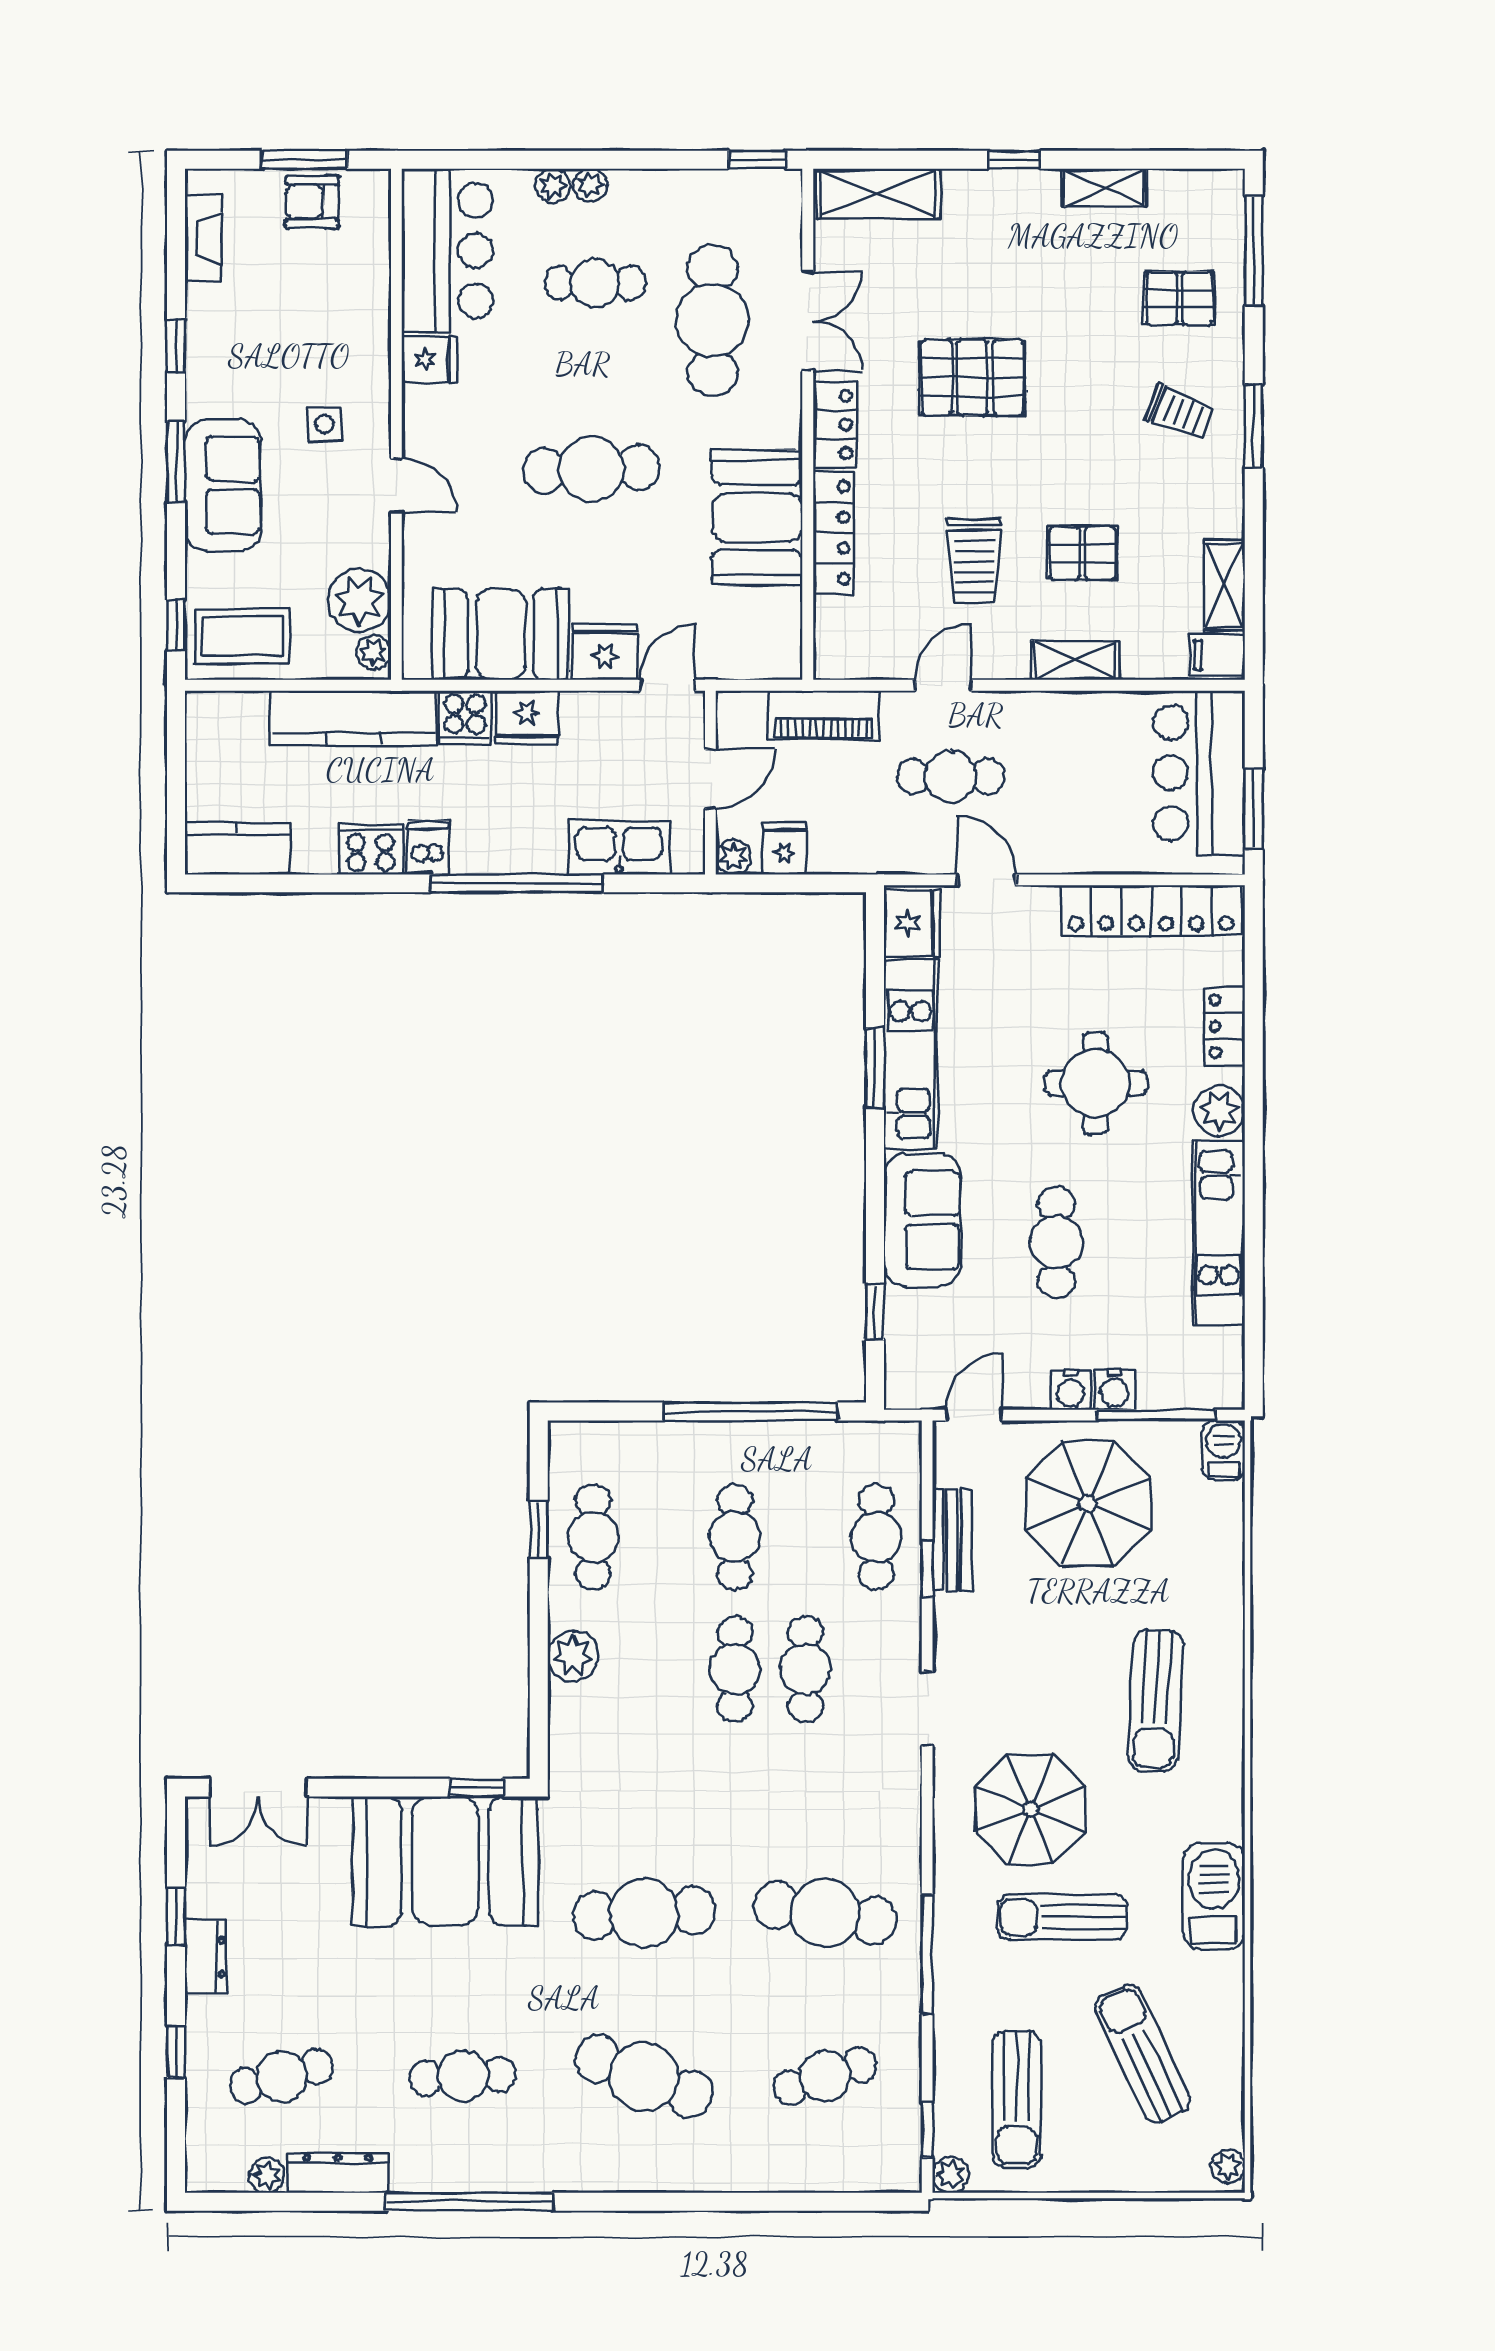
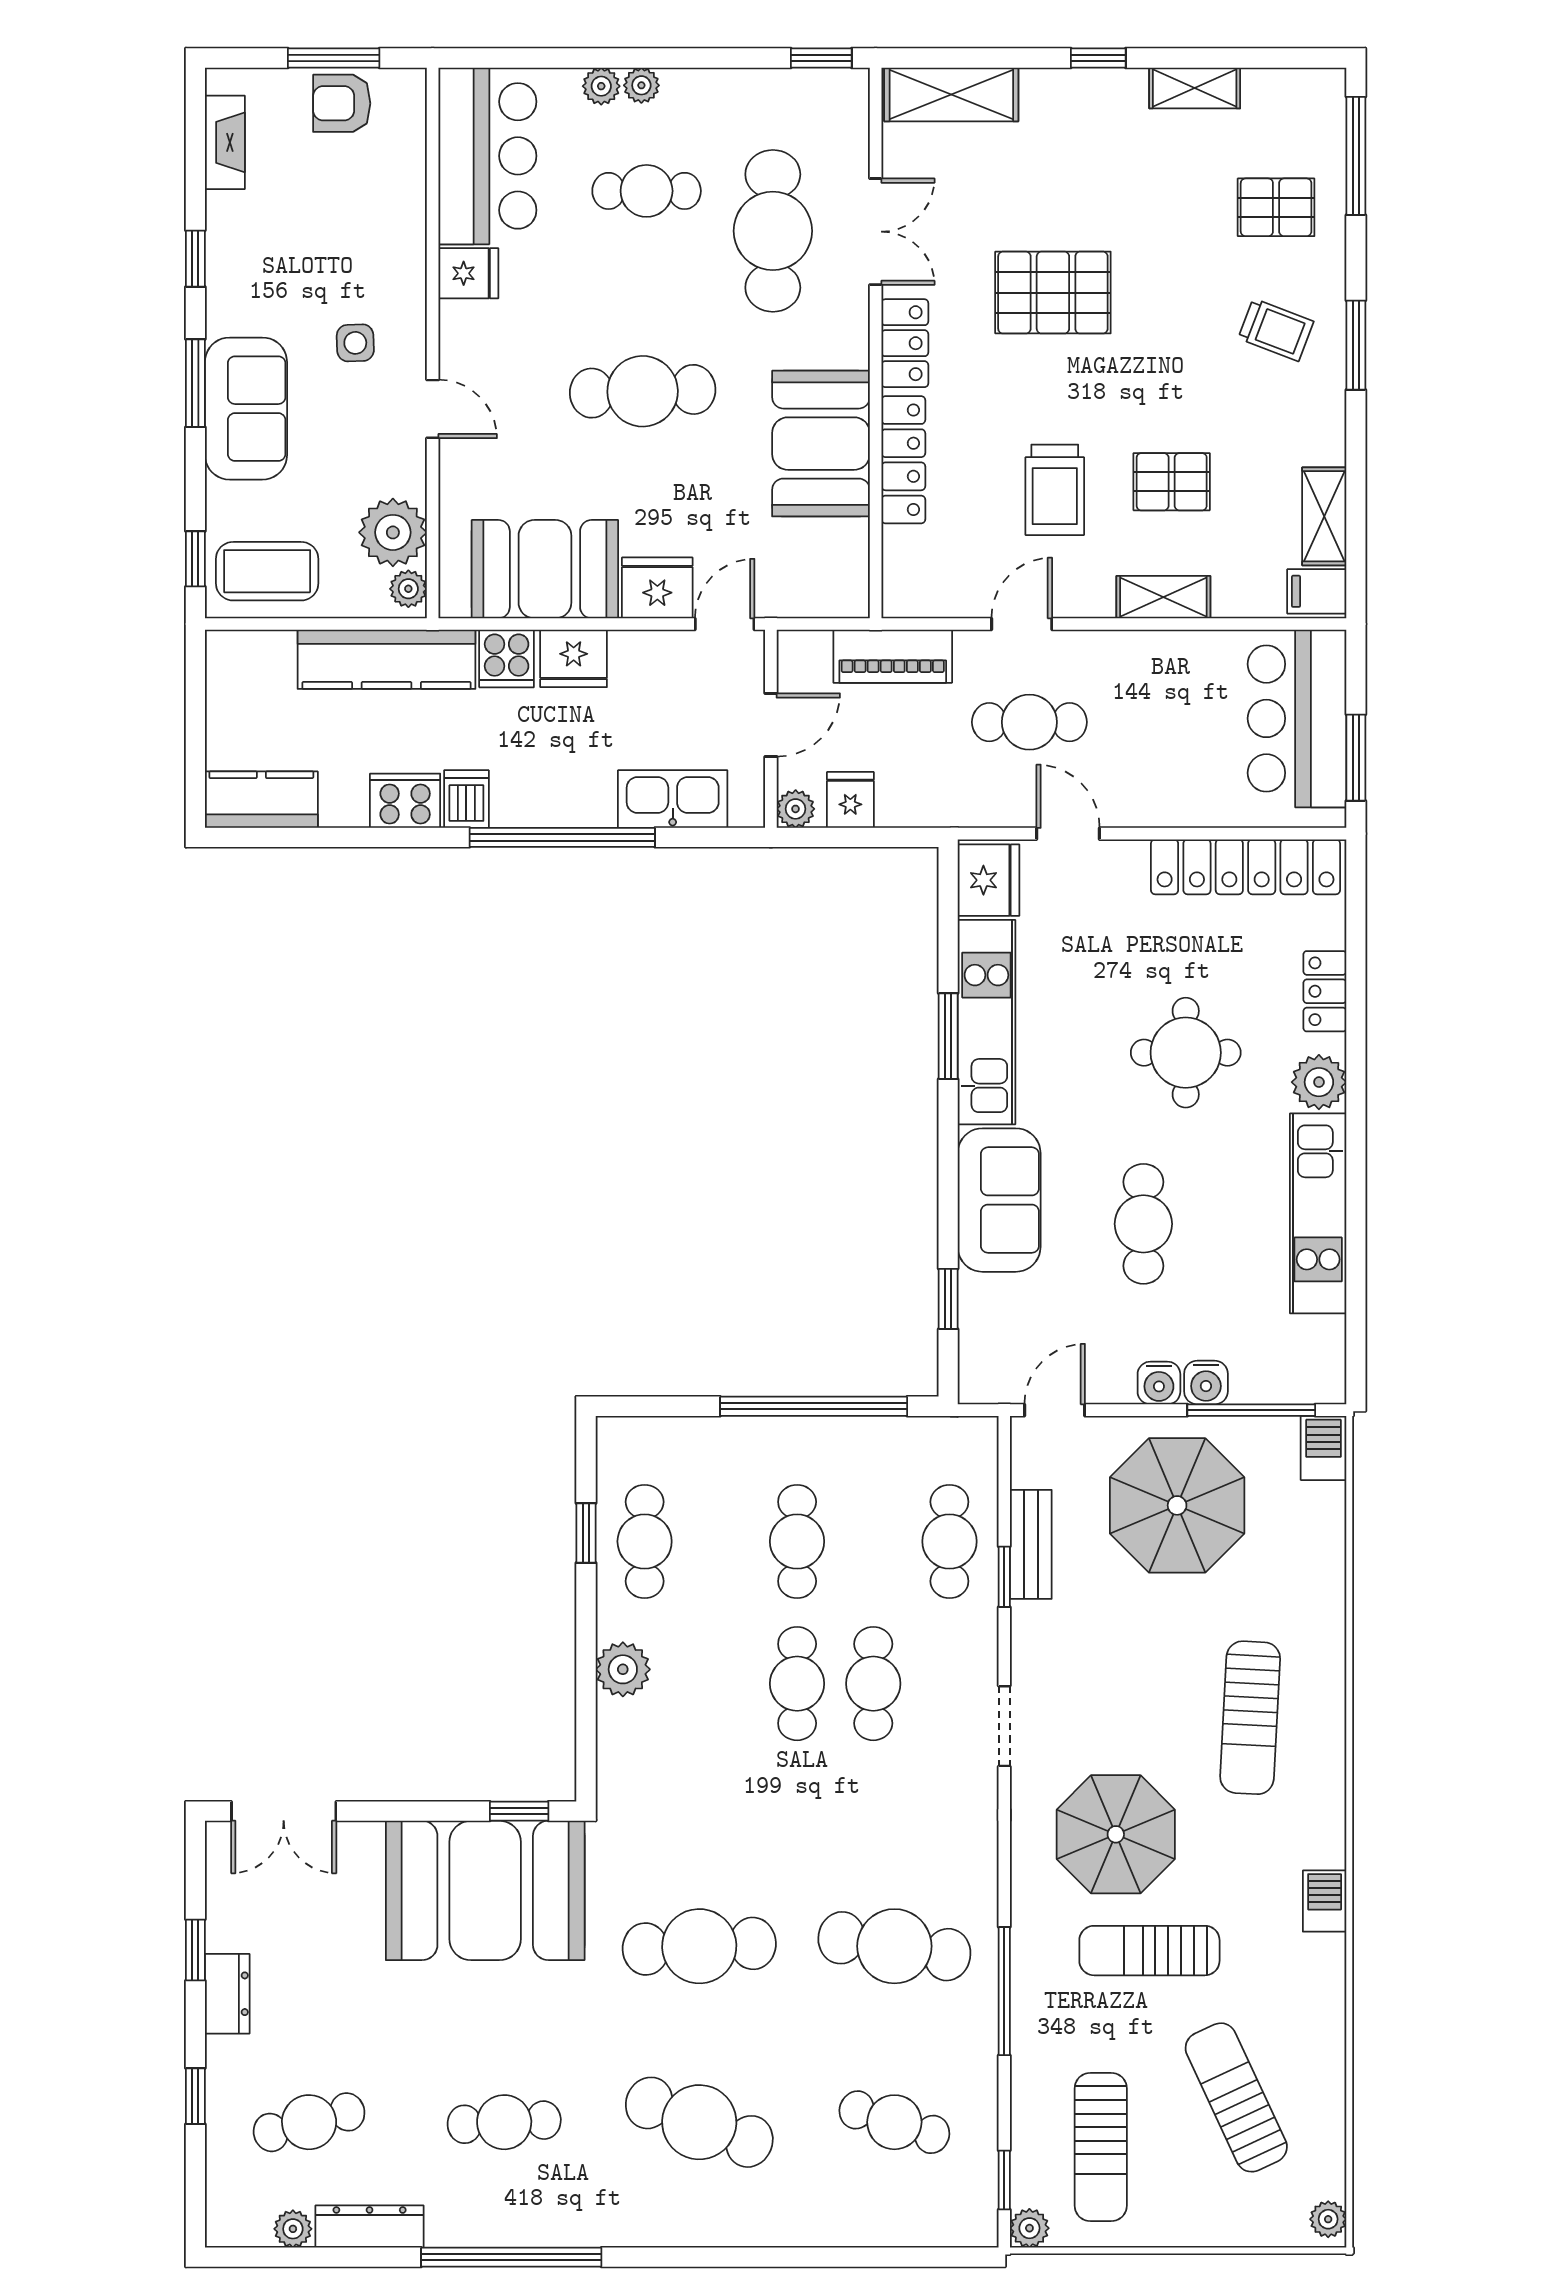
barbecue: (1214, 1896) -> (1325, 1901), width x0.53, depth x0.65
cafe table: (825, 2076) -> (894, 2122), turned 36

